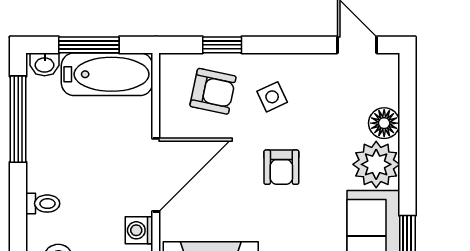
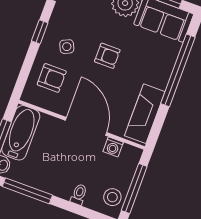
window: (222, 45) -> (40, 32), moved
armchair: (213, 91) -> (52, 78), turned 78

